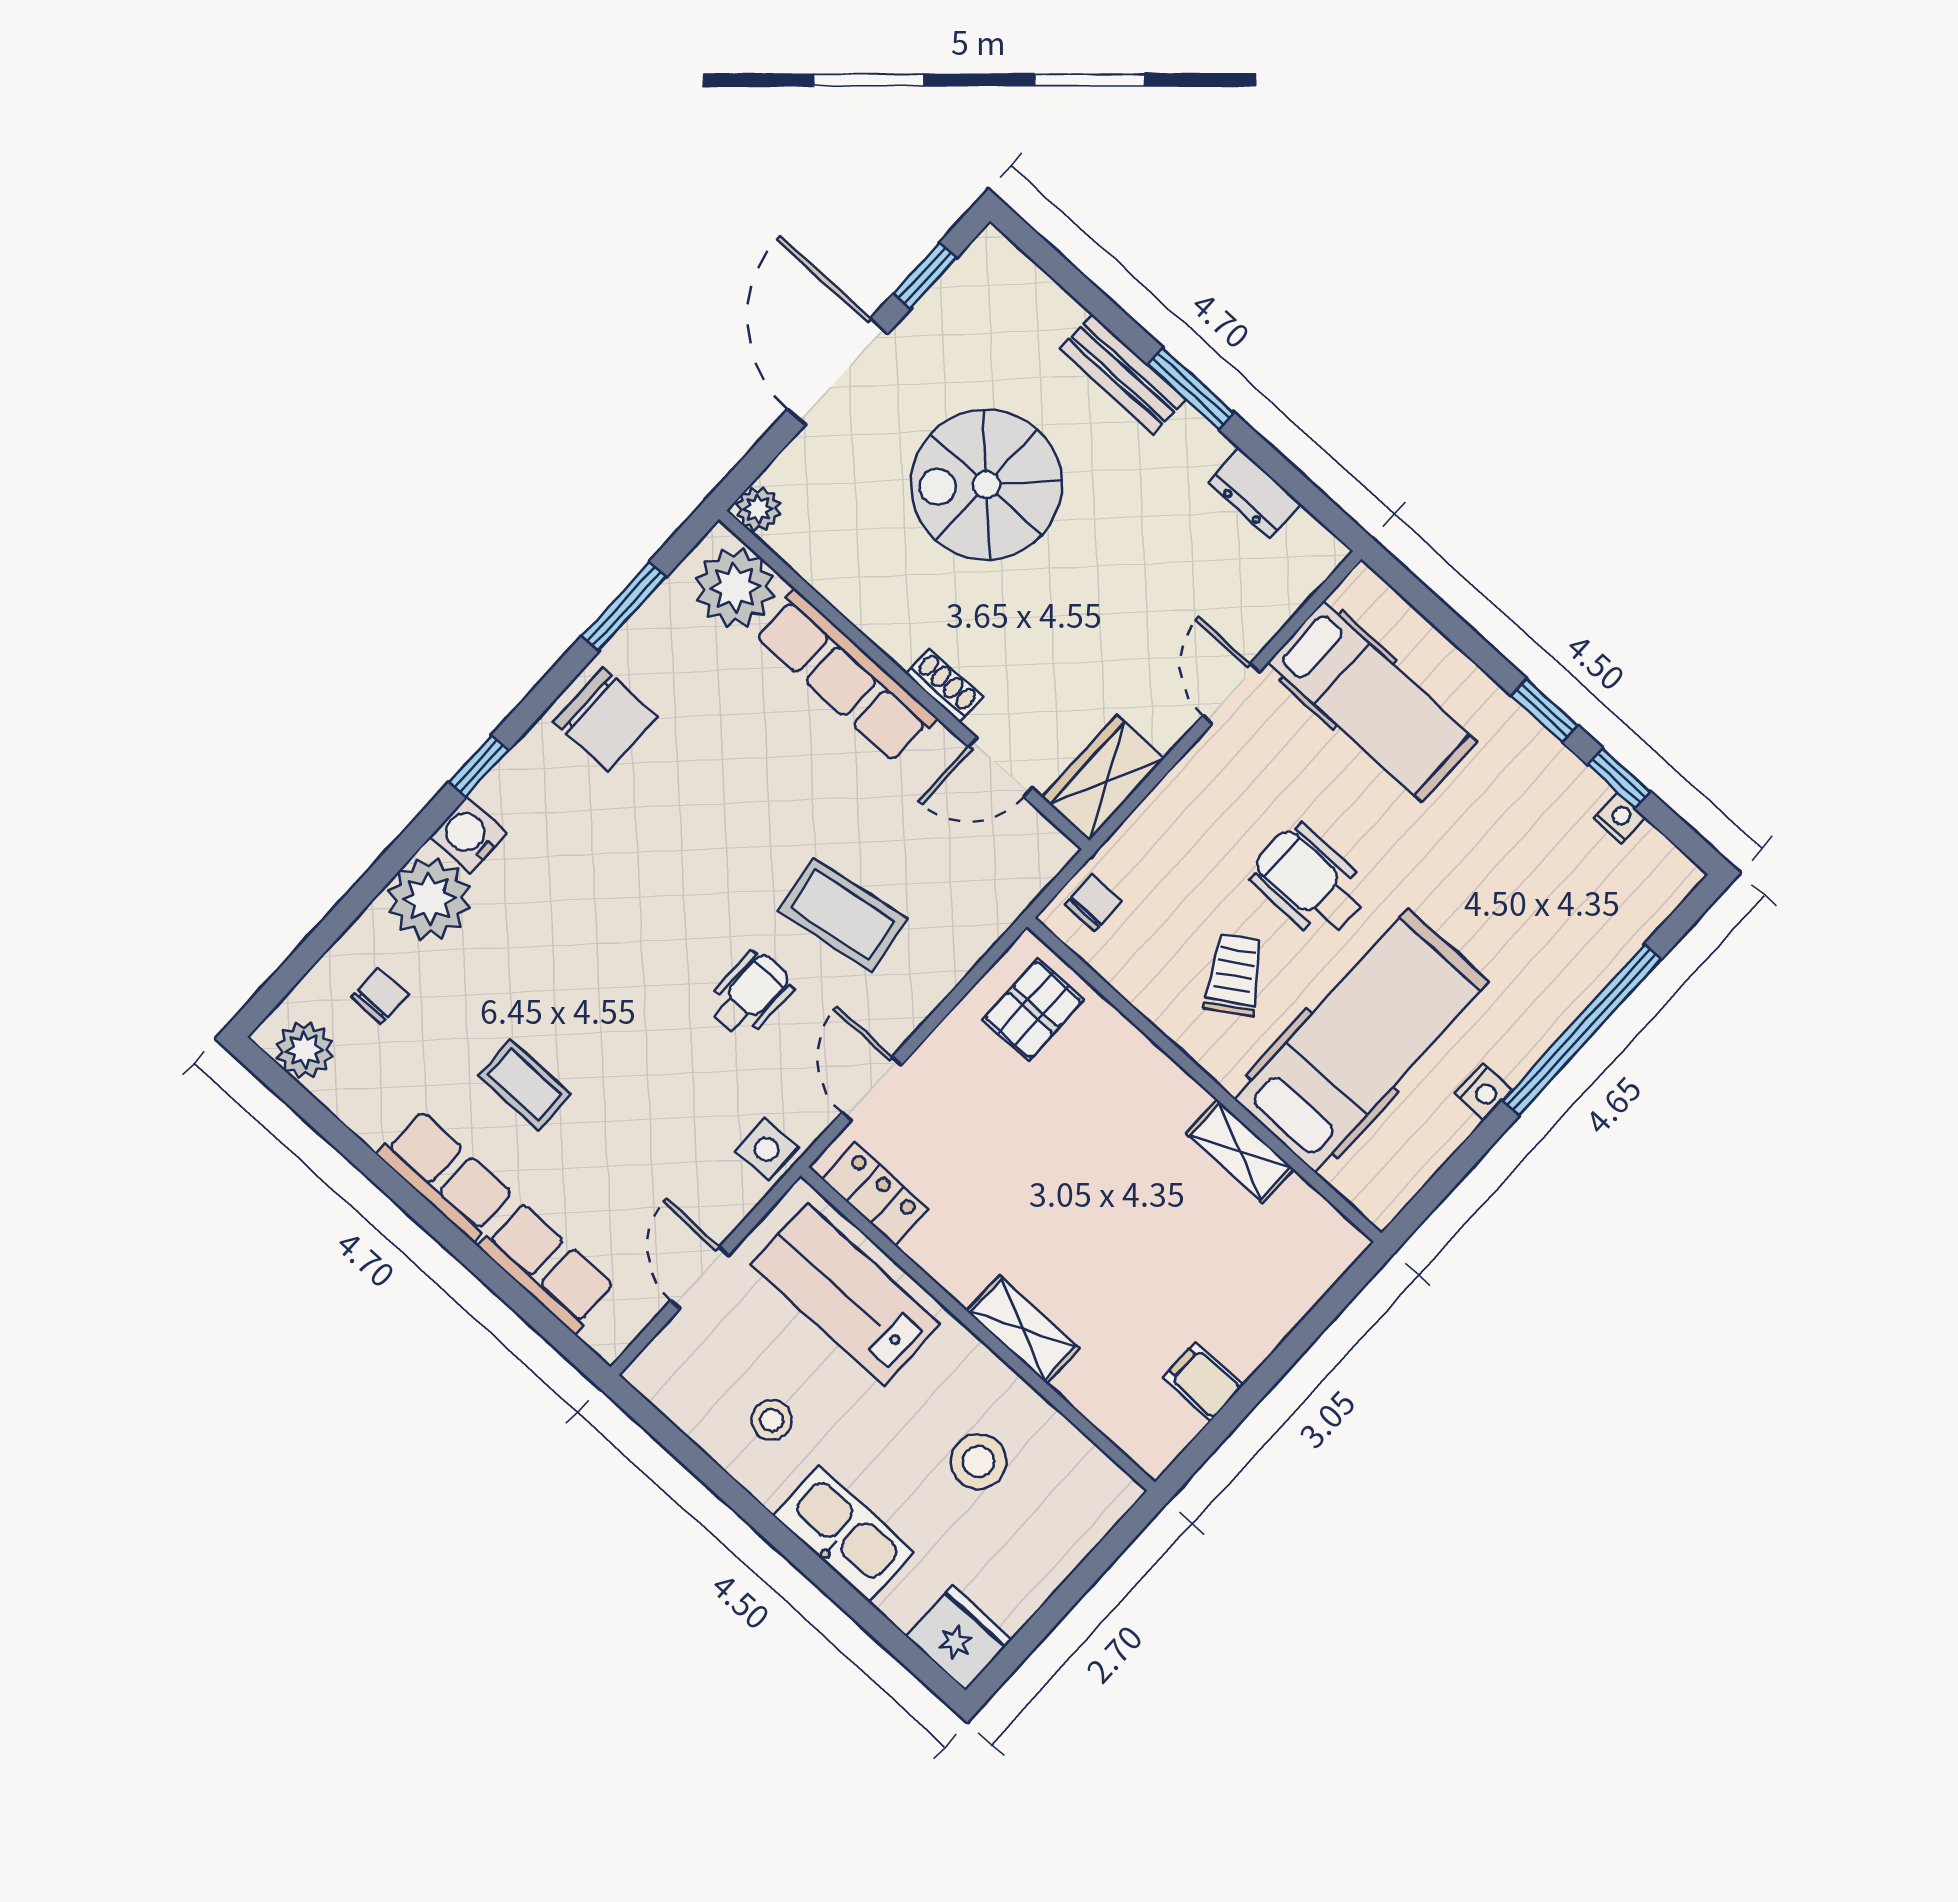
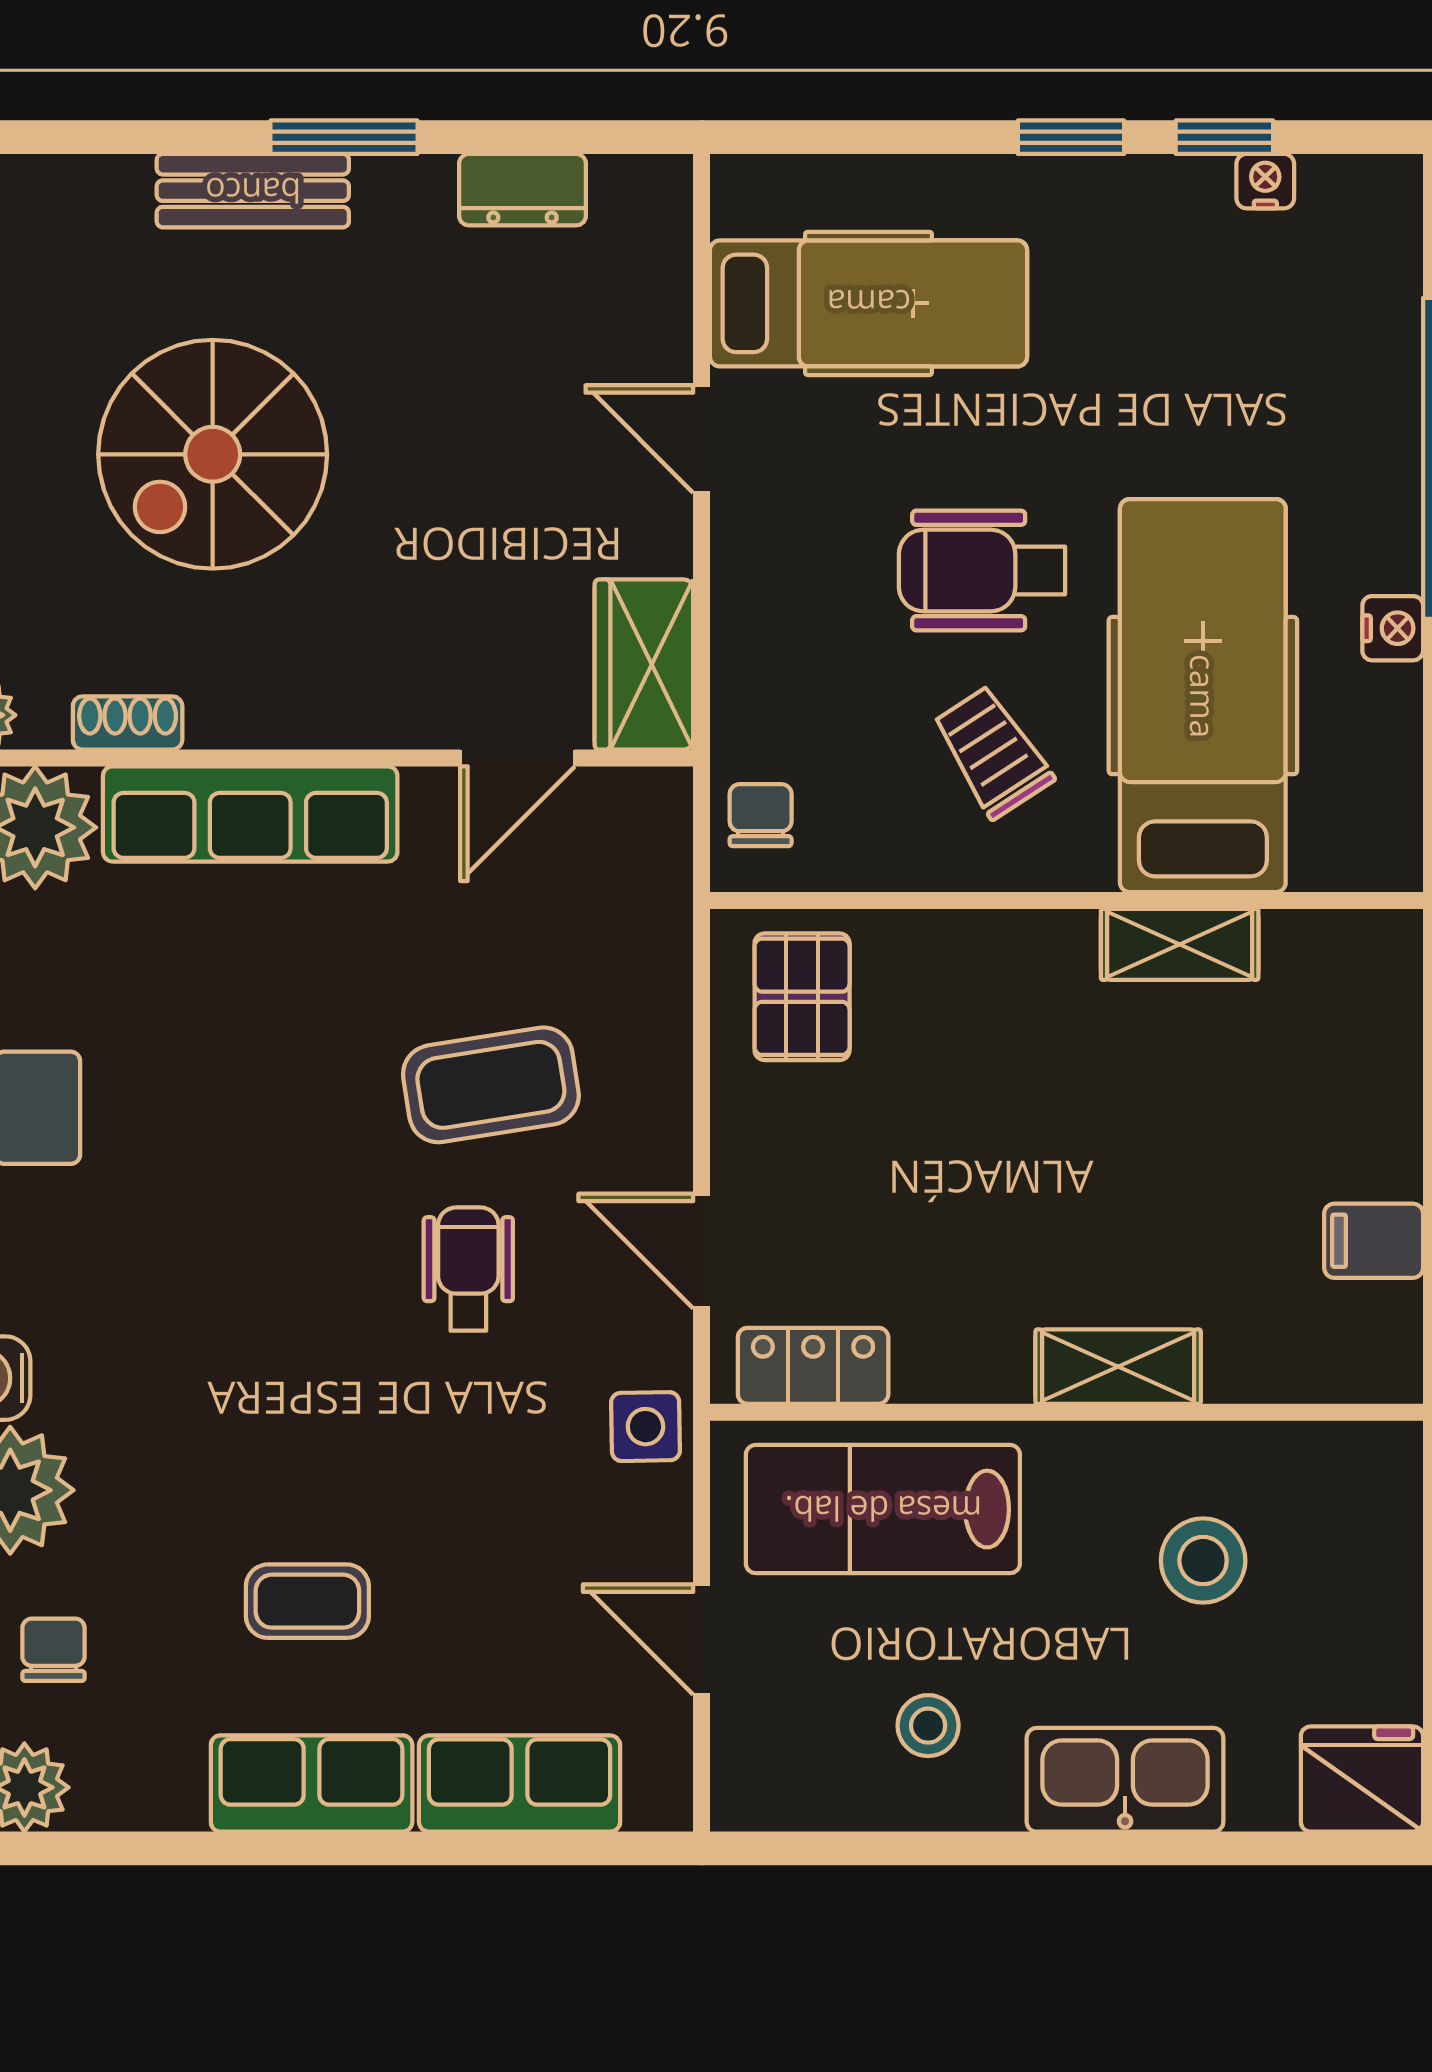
shoe rack: (944, 685) -> (128, 723), moved

